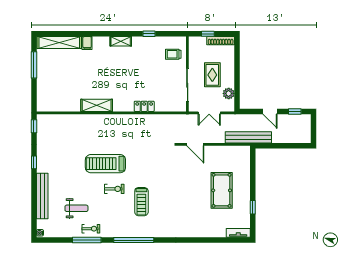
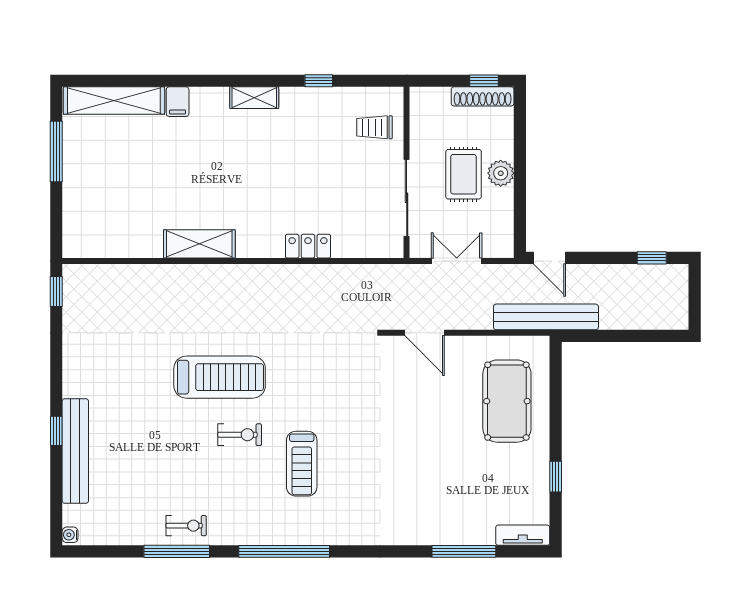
window: (208, 34) -> (484, 81), moved
plant: (229, 93) -> (501, 173), moved
door: (270, 111) -> (550, 258), moved
double door: (209, 113) -> (457, 261), swing flipped
window: (34, 162) -> (56, 431), moved
treadmill: (105, 164) -> (220, 377), turned 180
pool table: (222, 190) -> (507, 401), moved
weight bench: (76, 208) -> (153, 479), removed
window: (212, 240) -> (464, 551), added

